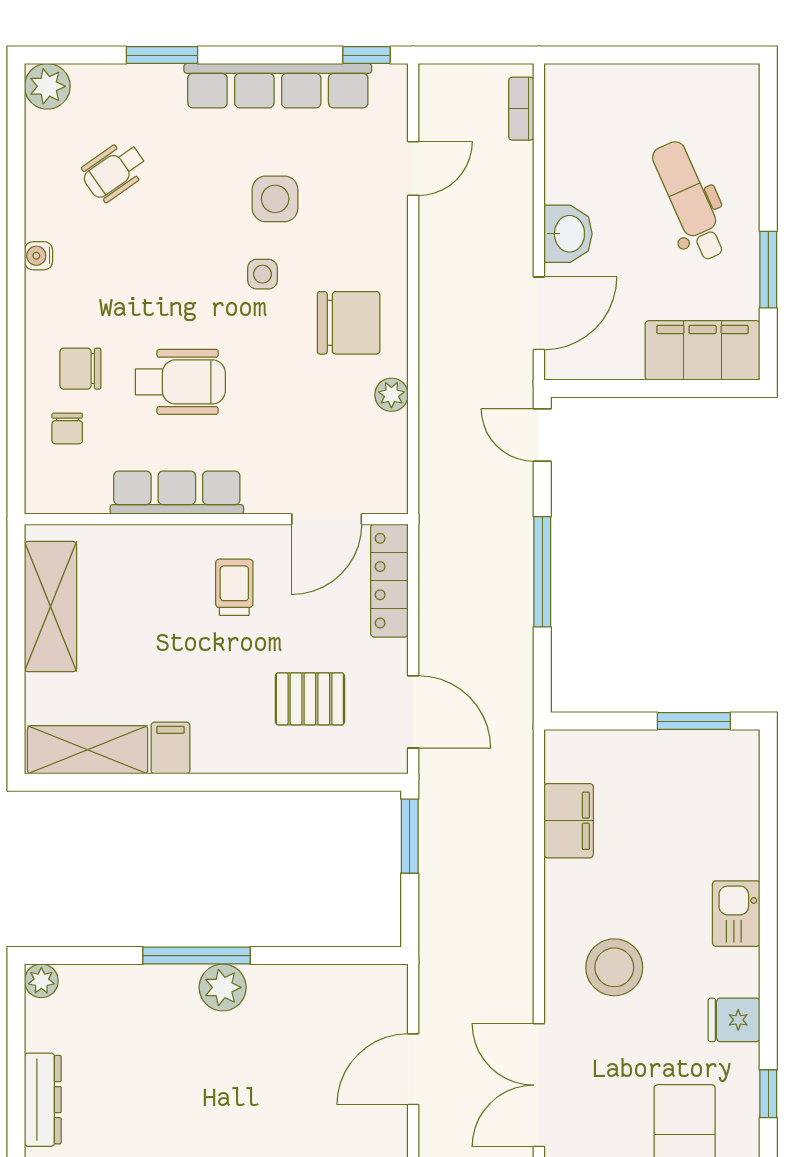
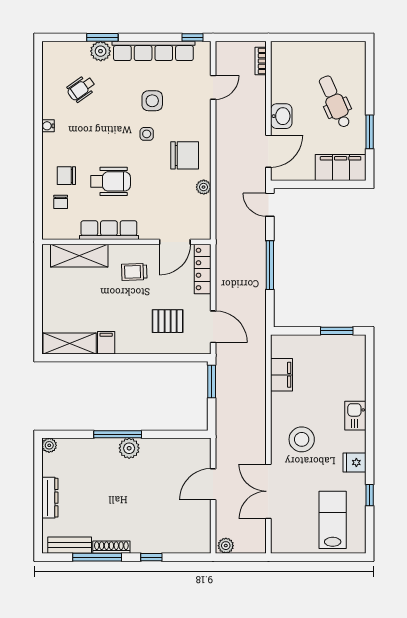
plant: (47, 86) -> (101, 51), moved
trolley: (234, 587) -> (134, 272), turned -92
shelving: (51, 607) -> (79, 256), moved, turned 90

